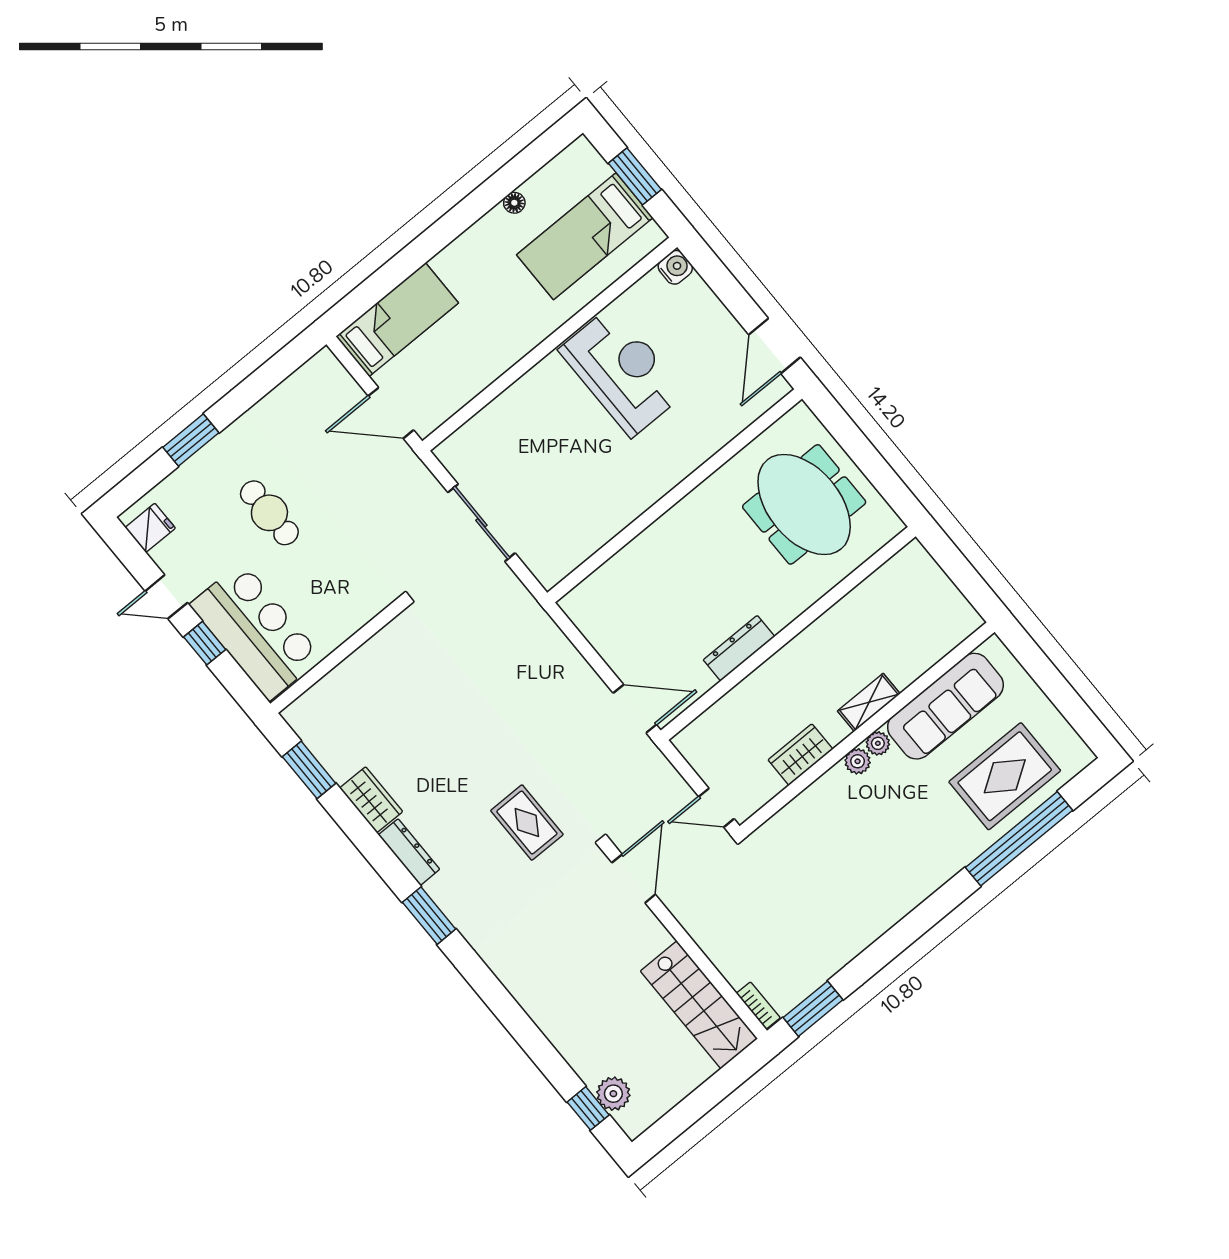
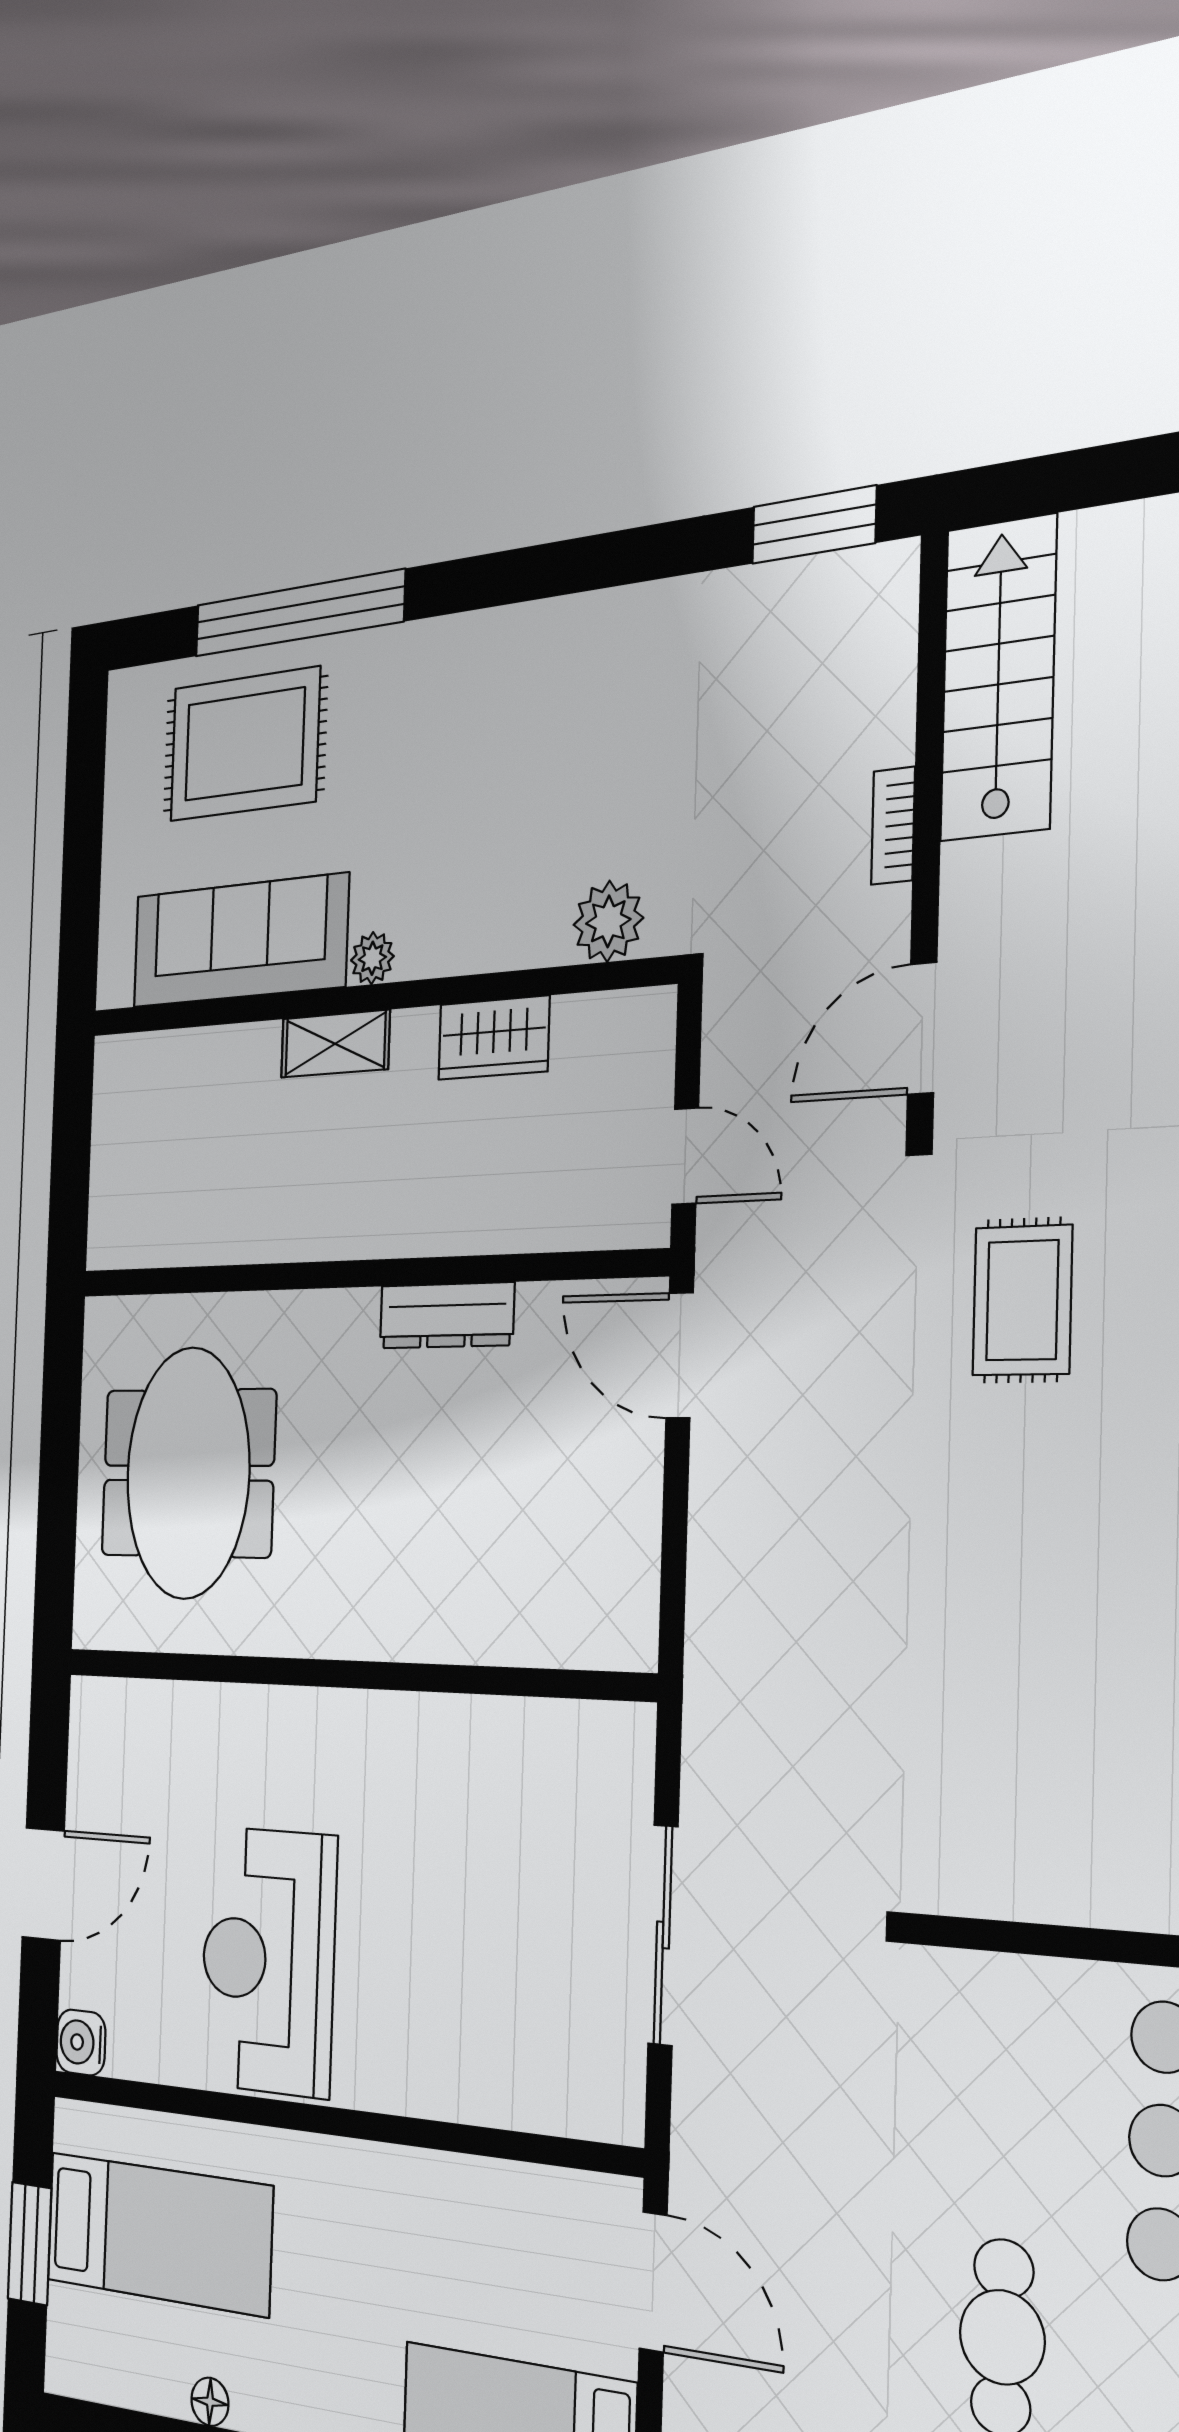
door: (775, 346) -> (43, 1884), moved
plant: (858, 761) -> (608, 921), moved, width x1.38, depth x1.38
door: (716, 808) -> (685, 1156), moved
bookcase: (758, 1006) -> (893, 826), moved

